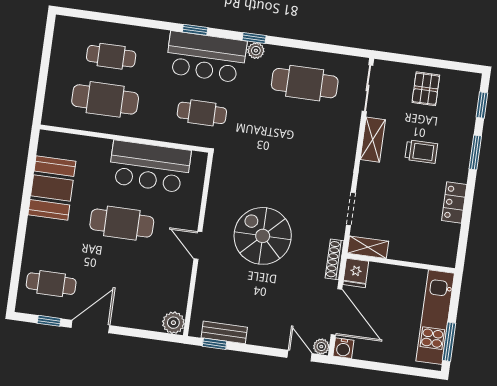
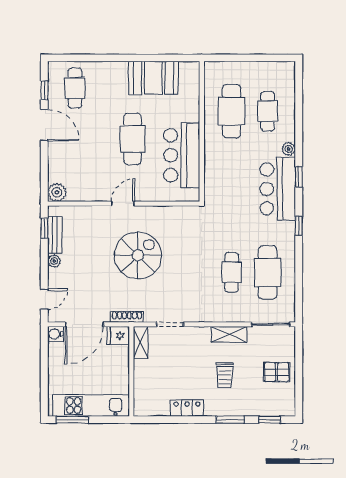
plant: (256, 51) -> (289, 149), moved
cafe table: (202, 113) -> (232, 272), moved
plant: (321, 347) -> (54, 261), moved

